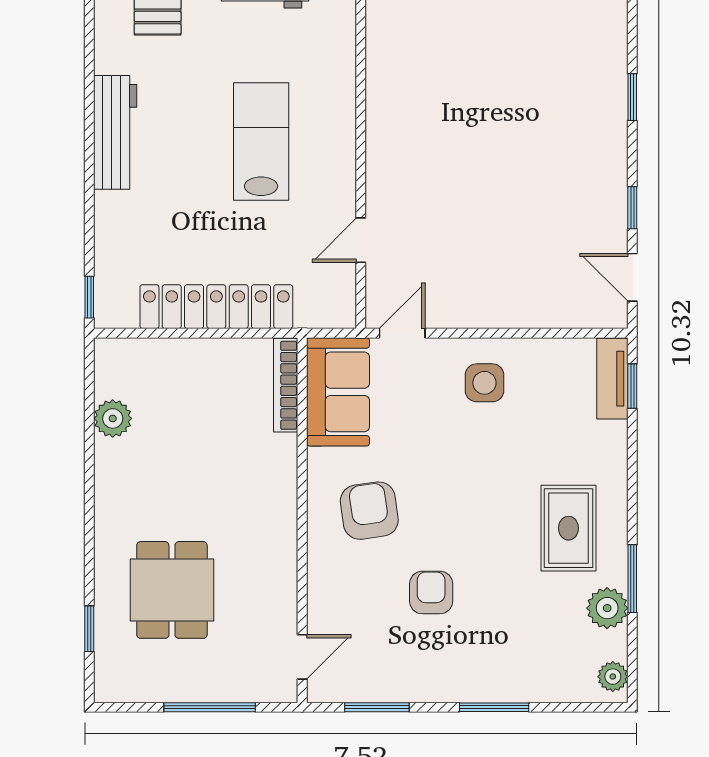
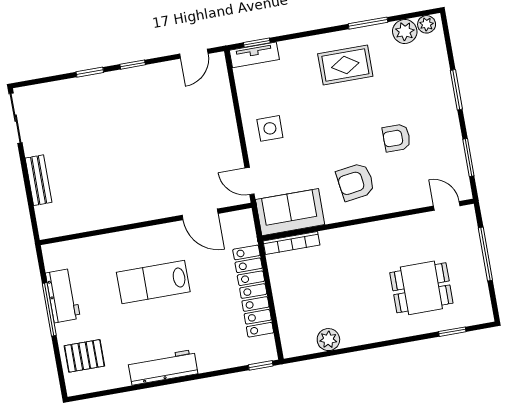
window: (632, 208) -> (133, 65), moved
door: (361, 240) -> (200, 214), width x1.38
plant: (607, 608) -> (405, 32), moved

